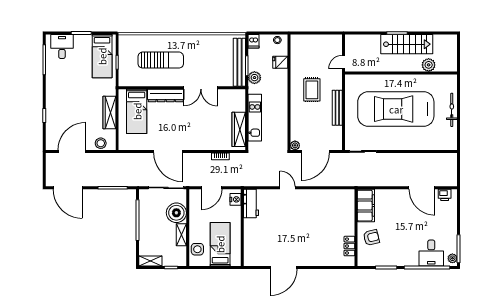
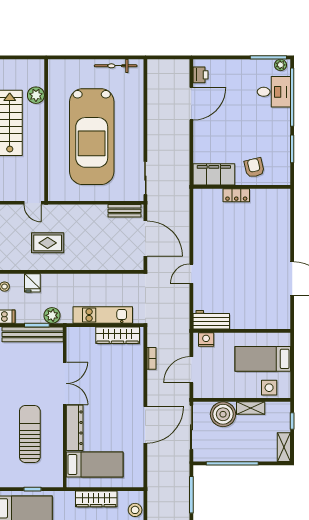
rug: (312, 90) -> (48, 243), moved
bench: (337, 108) -> (125, 211), moved, width x0.73
bicycle: (452, 110) -> (116, 66), moved
plant: (295, 145) -> (138, 264), removed
door: (212, 188) -> (191, 370), swing flipped
locker: (349, 246) -> (236, 195), moved

